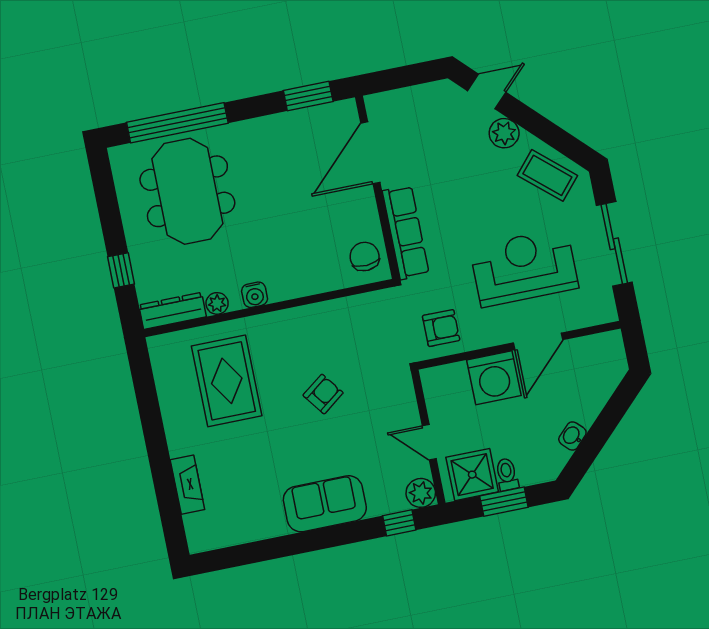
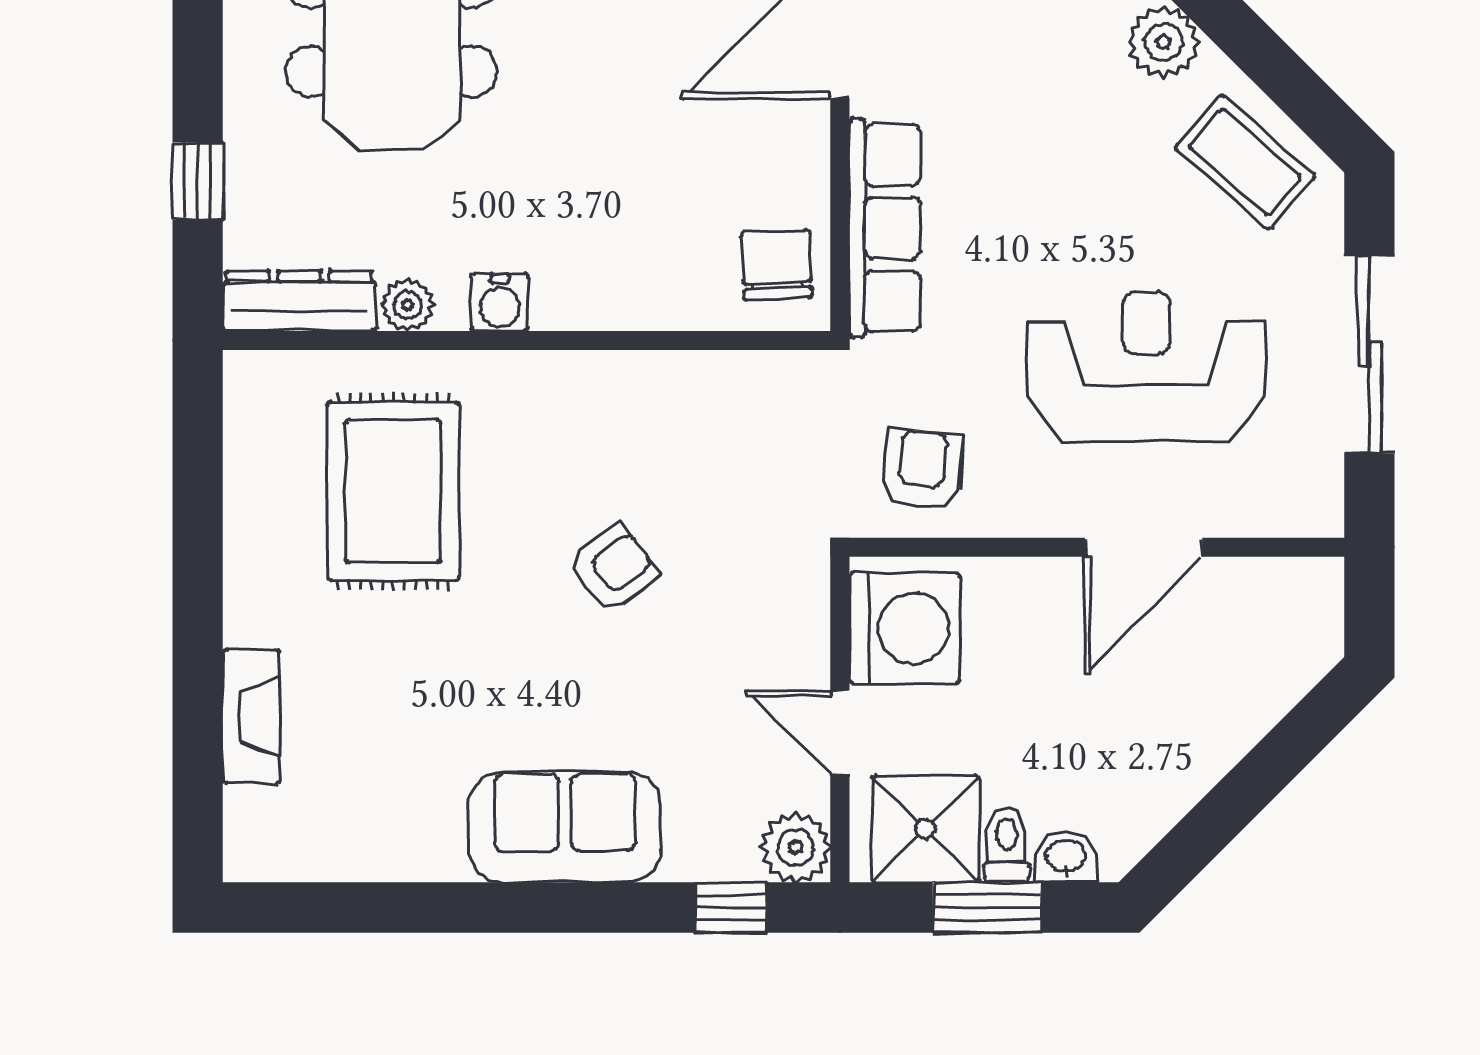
armchair: (441, 328) -> (922, 470), turned -84
washing machine: (494, 378) -> (905, 628), moved, turned -90
washbasin: (572, 436) -> (1066, 857), moved, turned 45

